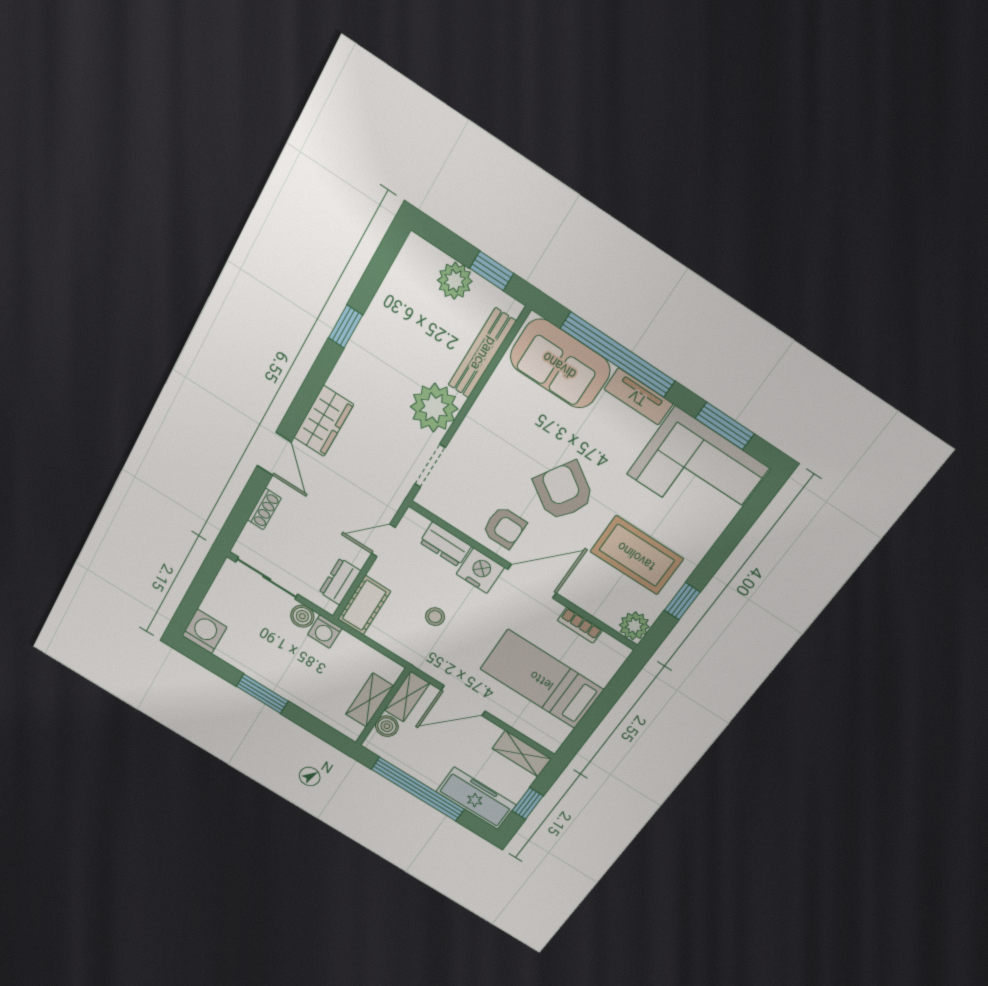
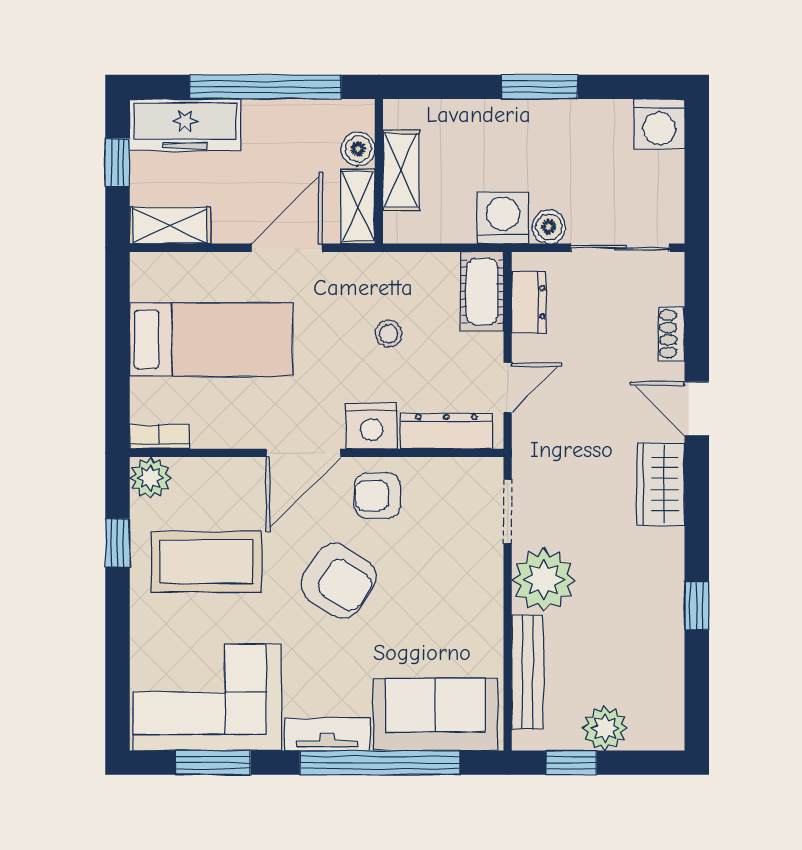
dresser: (445, 544) -> (446, 431), width x1.44
bookcase: (580, 625) -> (160, 437), moved
washing machine: (325, 632) -> (503, 218), width x1.38, depth x1.38

